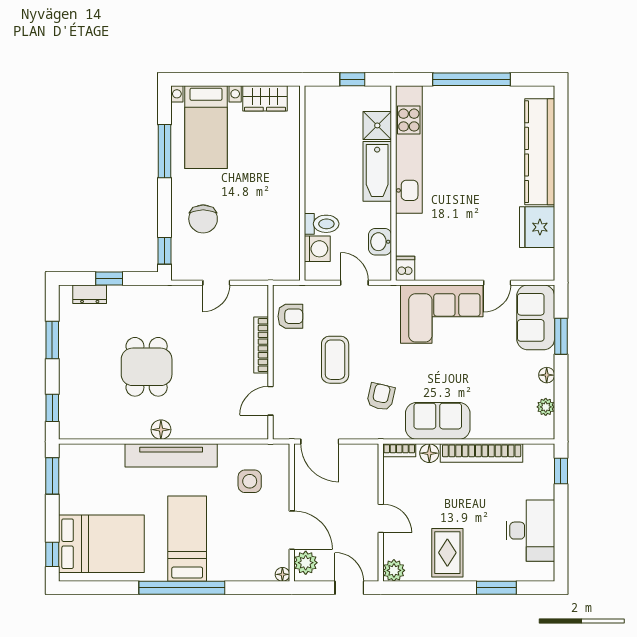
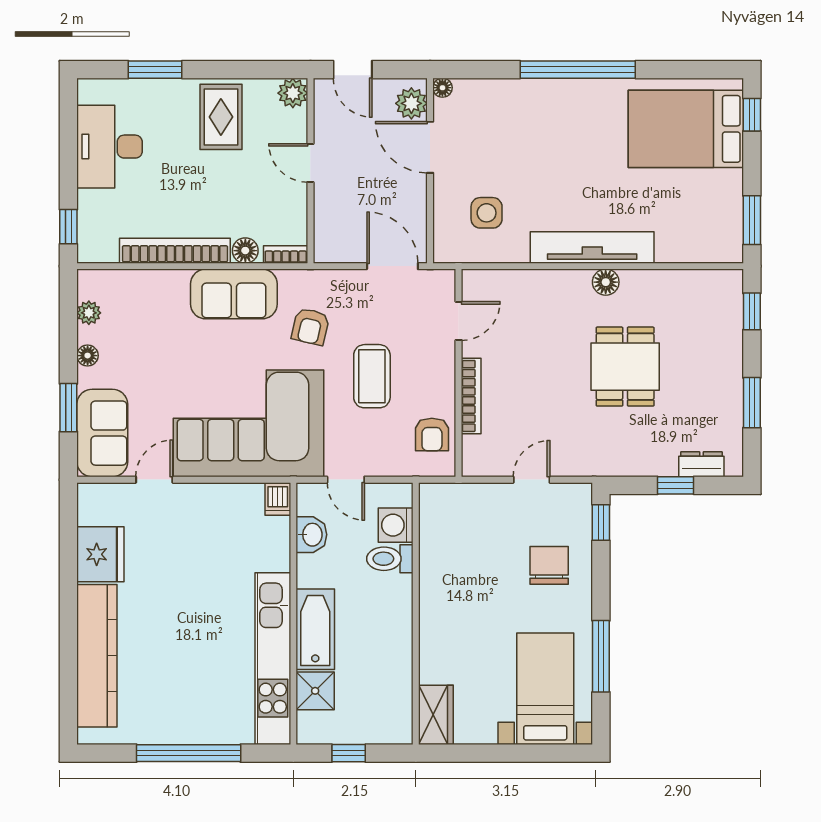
wardrobe: (265, 98) -> (436, 715), moved, turned 90
corner sofa: (442, 314) -> (248, 423), width x1.36, depth x1.36
armchair: (290, 316) -> (432, 435), turned -90
bed: (187, 539) -> (571, 136), removed

